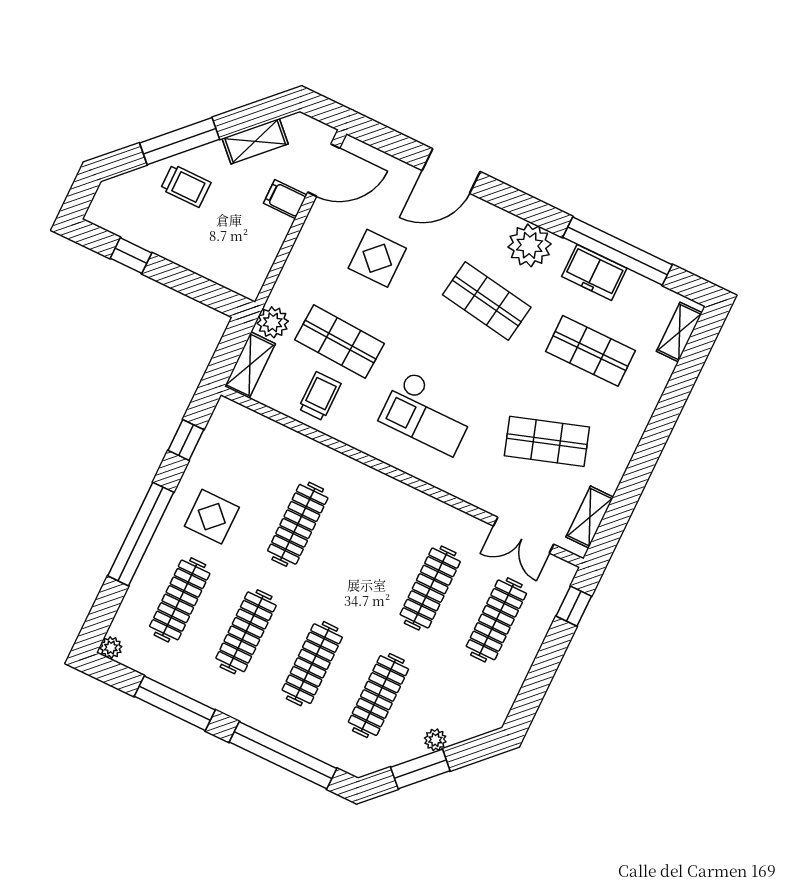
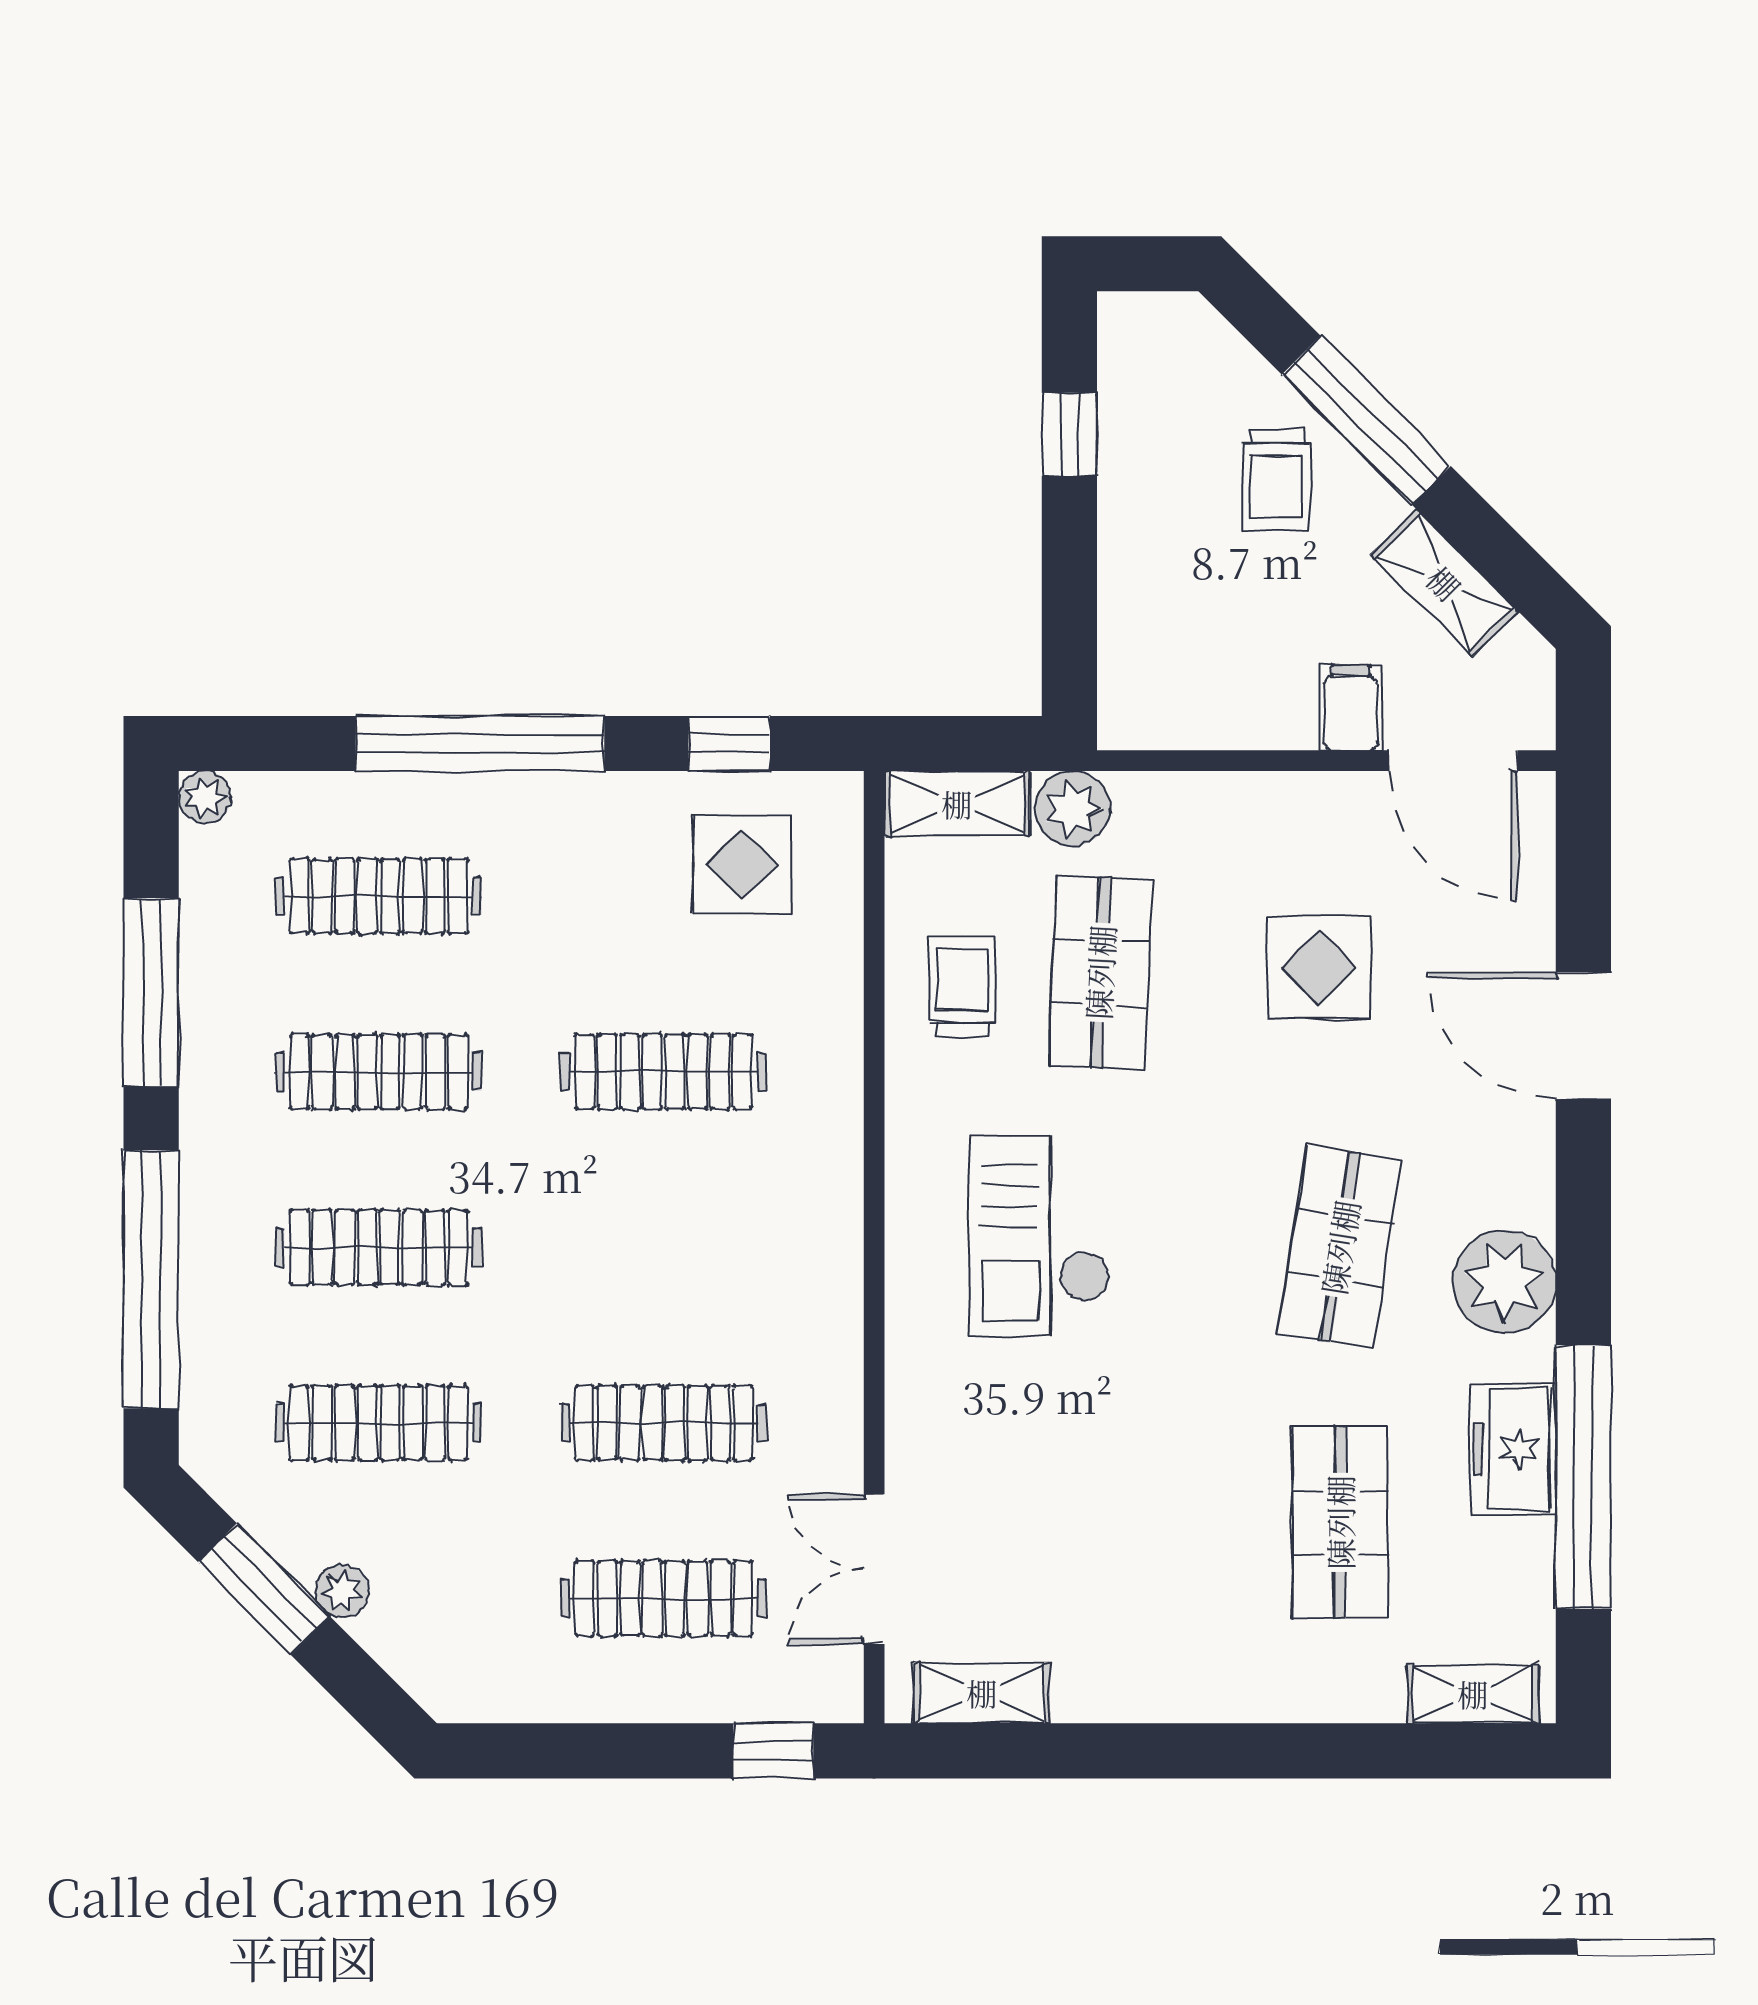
trolley: (320, 396) -> (962, 986), turned -90
shop shelf: (547, 441) -> (1100, 1522), removed
display table: (212, 517) -> (742, 865), moved

